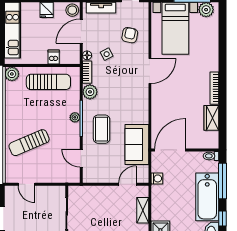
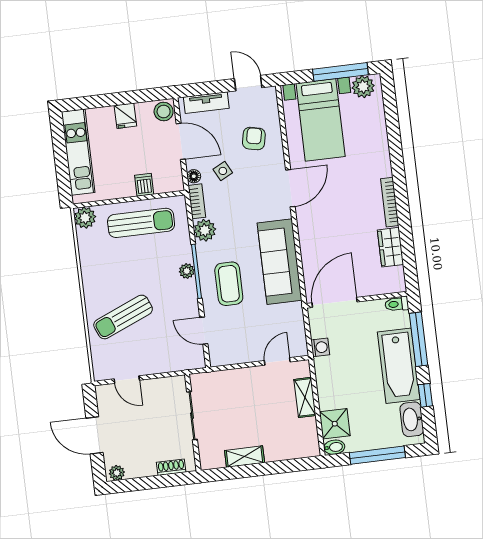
door: (81, 31) -> (181, 141), swing flipped
sofa: (137, 144) -> (280, 262), moved, width x1.36

